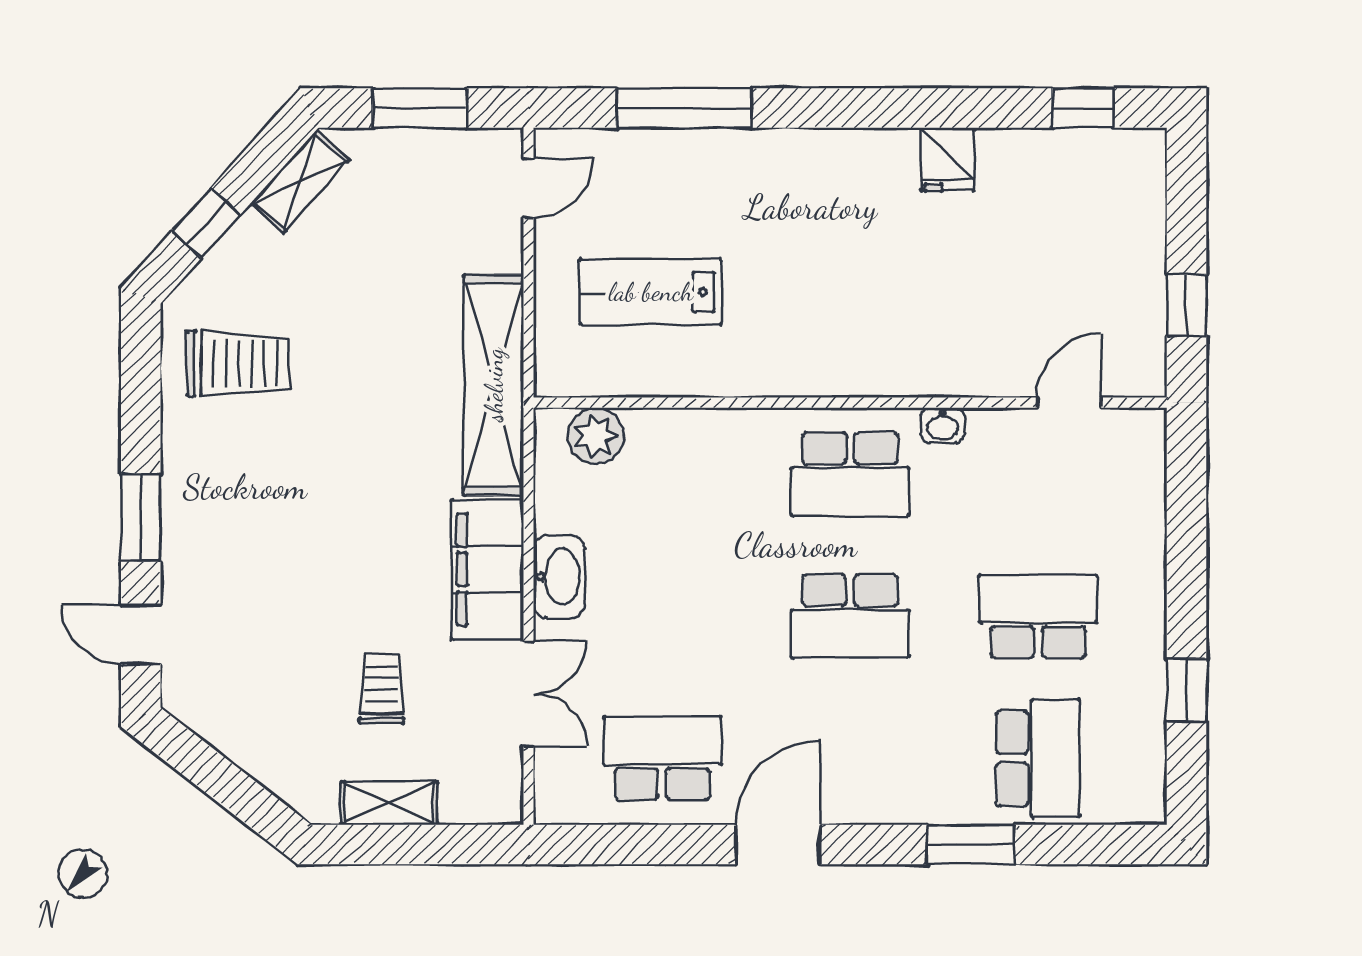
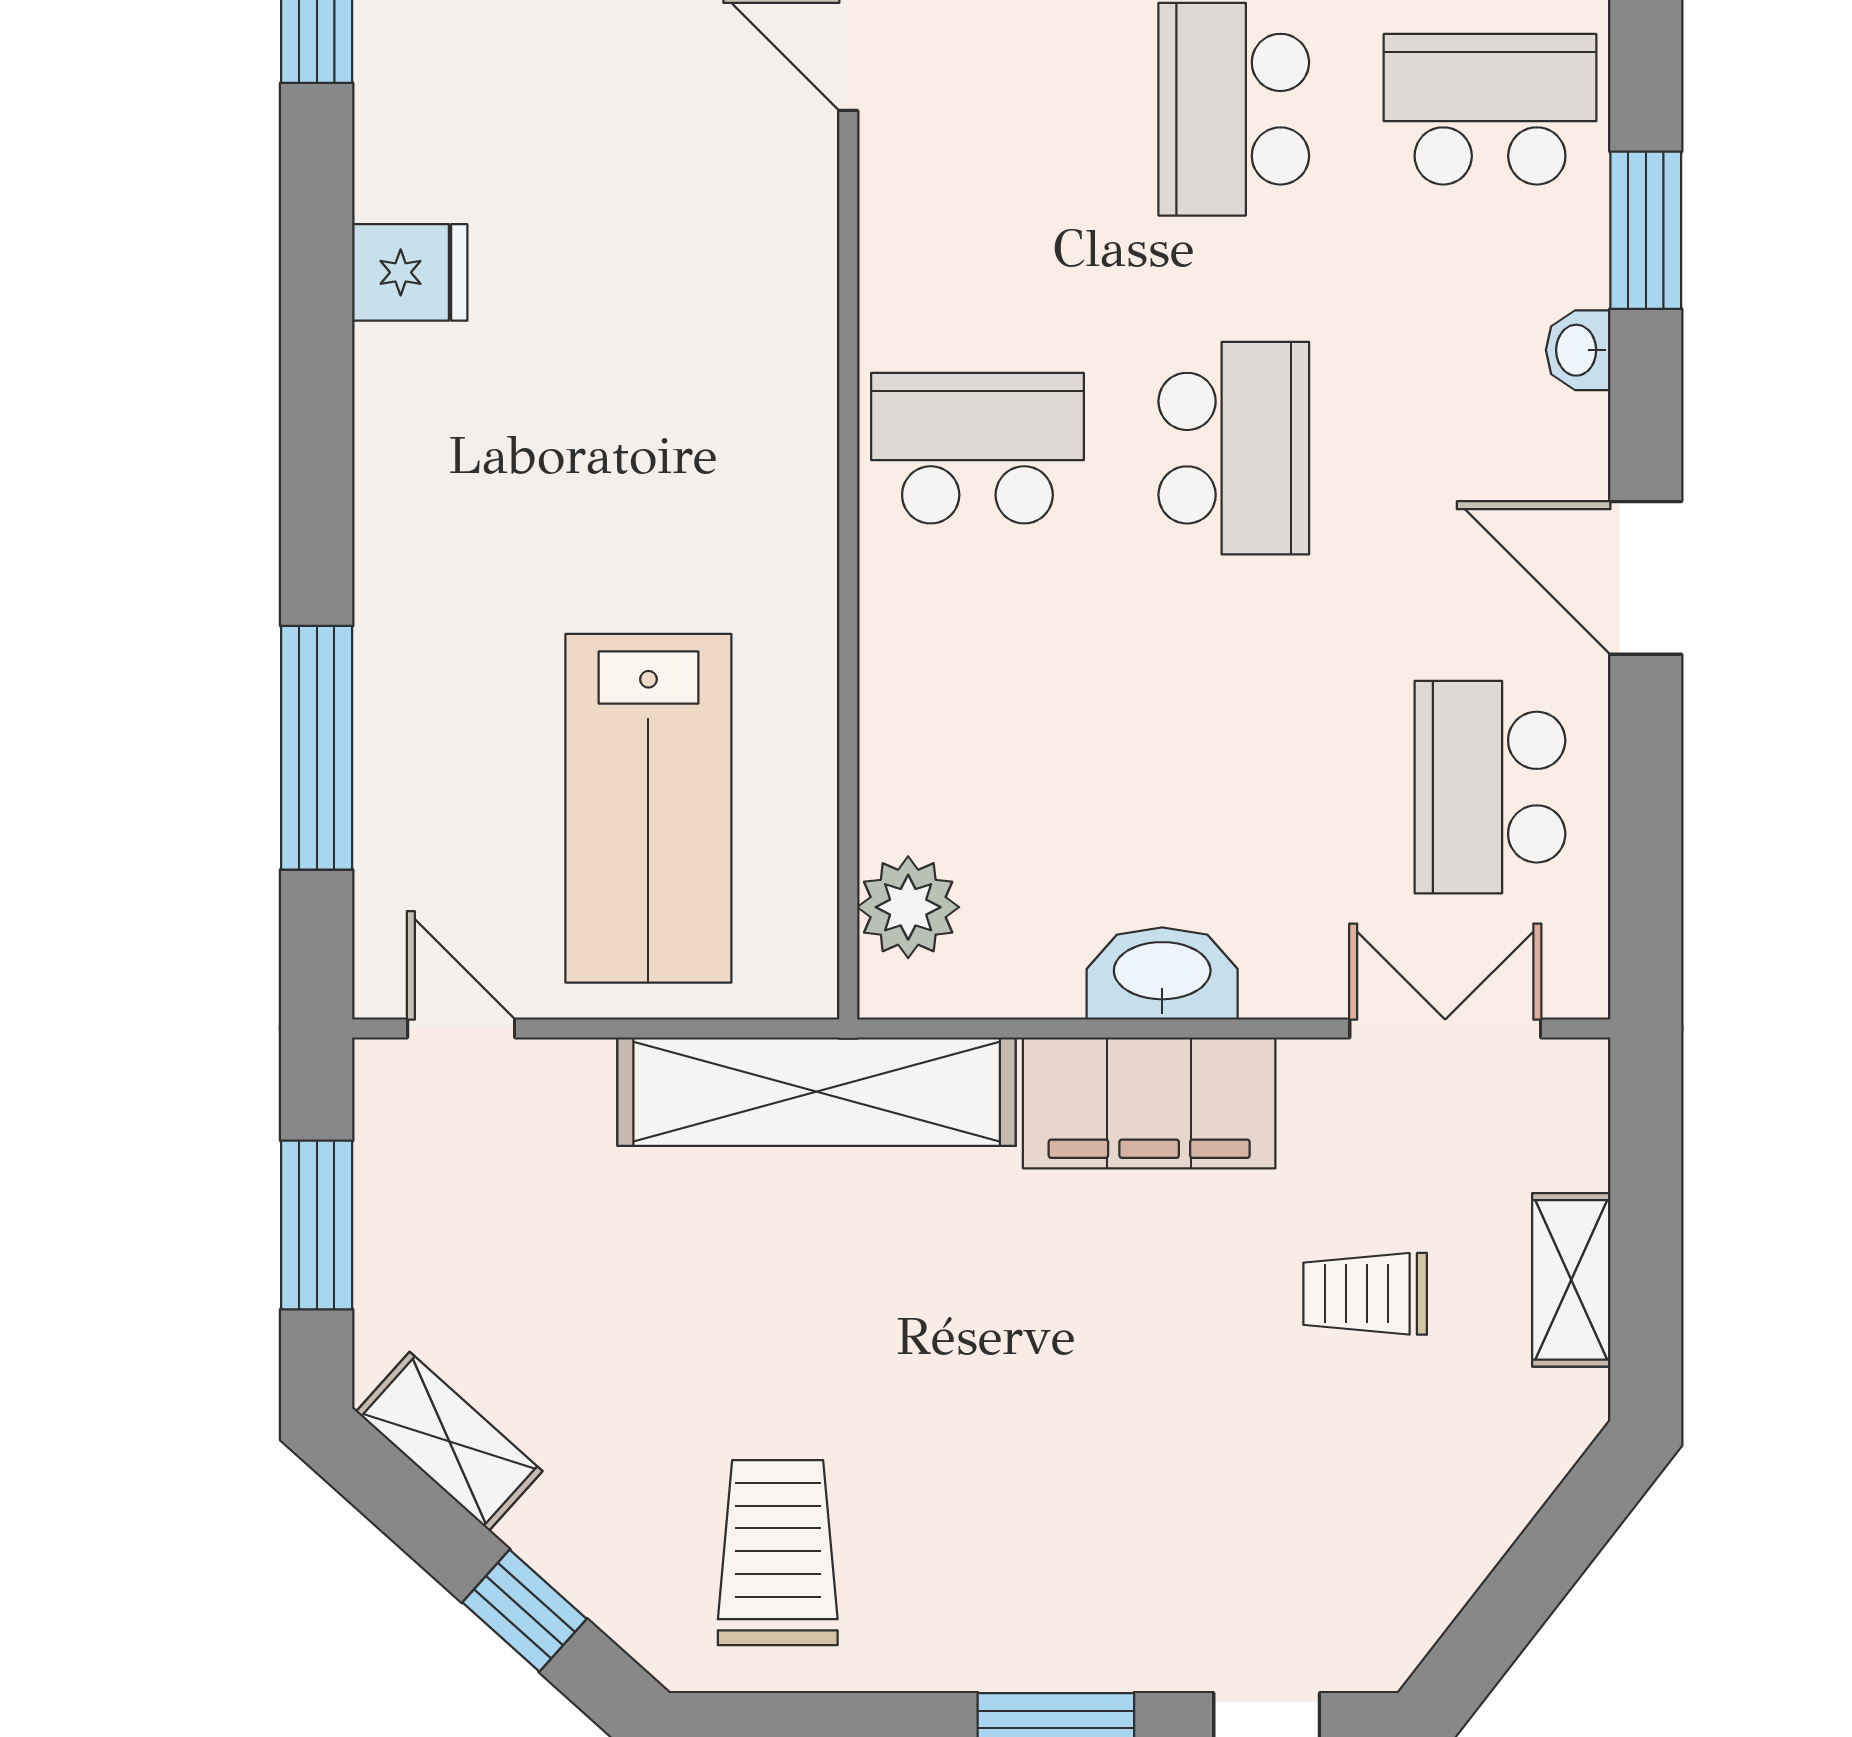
lab bench: (651, 292) -> (648, 808), width x1.36, depth x1.39
washbasin: (942, 425) -> (1578, 350), moved, turned 180
school desk: (850, 474) -> (977, 448), turned -90
double door: (529, 694) -> (1445, 1029), moved

